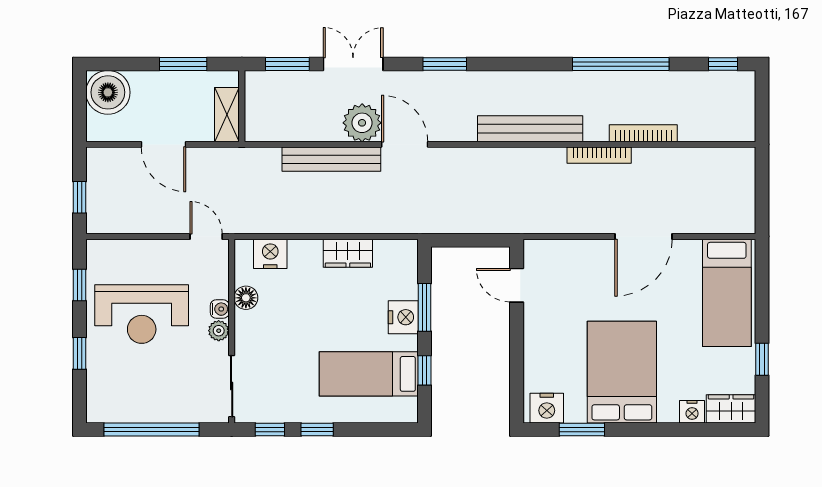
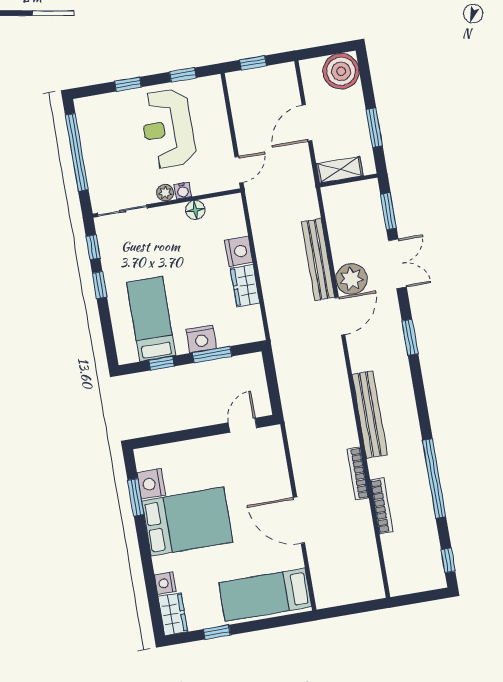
nightstand: (270, 254) -> (239, 251), moved
nightstand: (547, 408) -> (151, 484), moved

